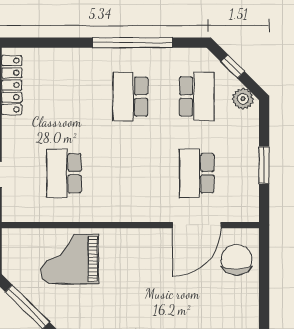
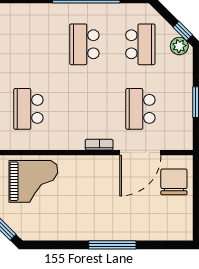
window: (233, 67) -> (183, 31), moved
bookcase: (148, 216) -> (99, 145), added
grand piano: (70, 259) -> (33, 181), turned 180

